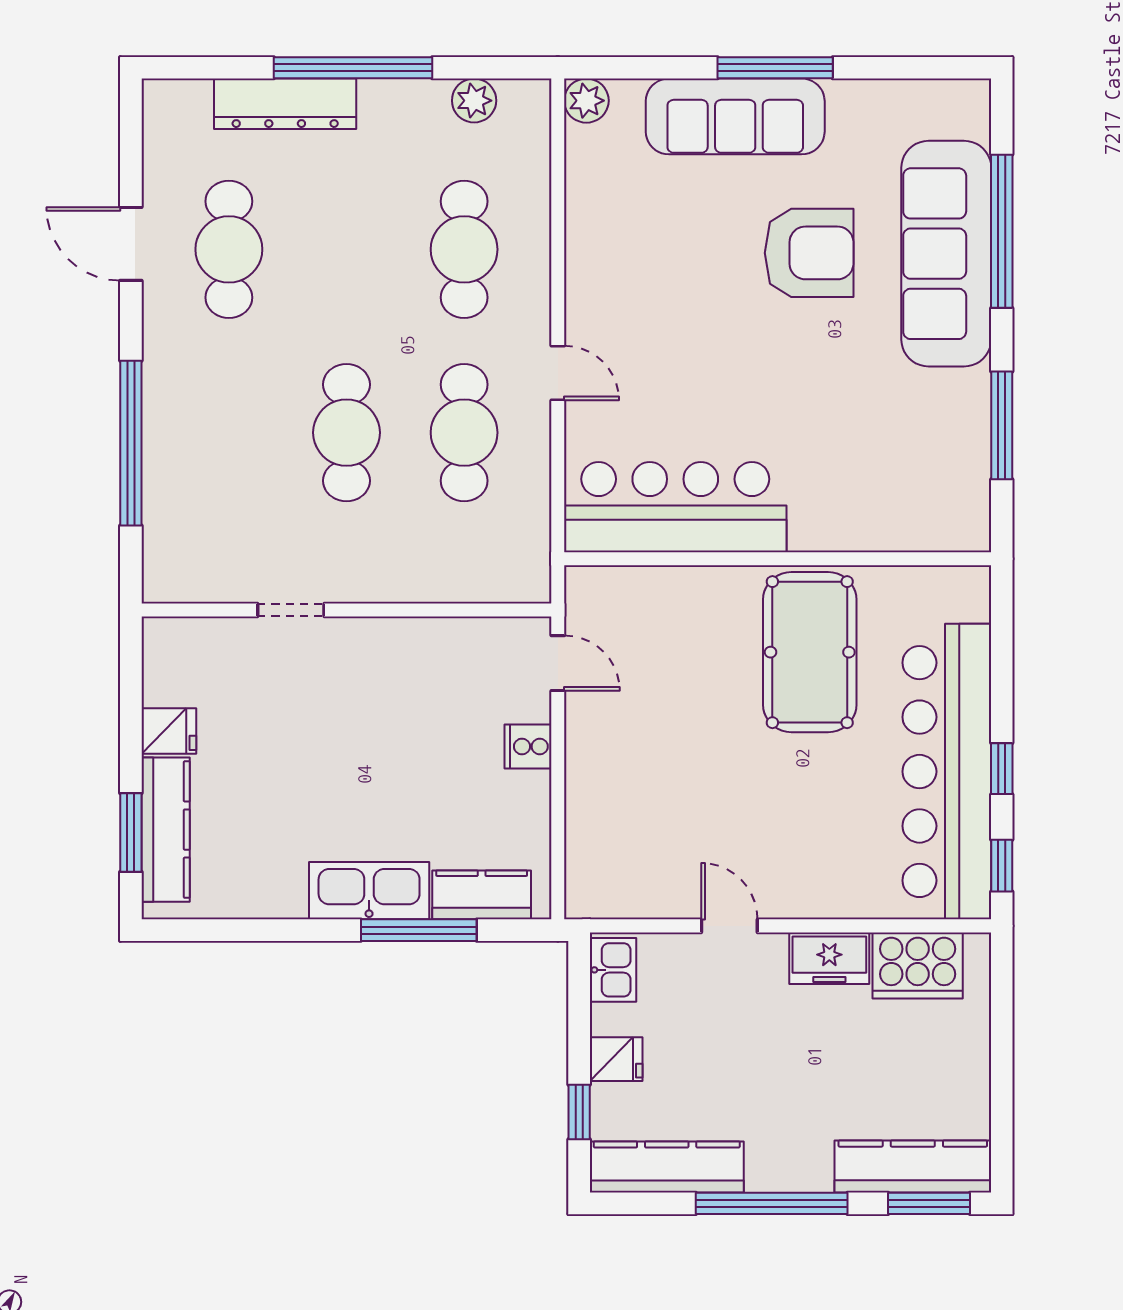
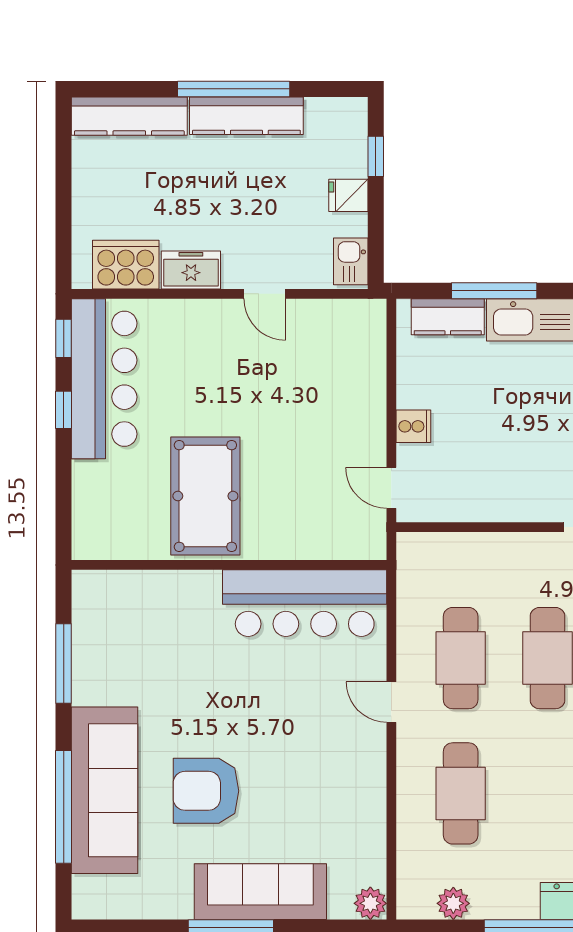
bar counter: (947, 772) -> (104, 379), width x0.73
kitchen counter: (667, 1167) -> (246, 116), moved
window: (929, 1203) -> (117, 89), removed

